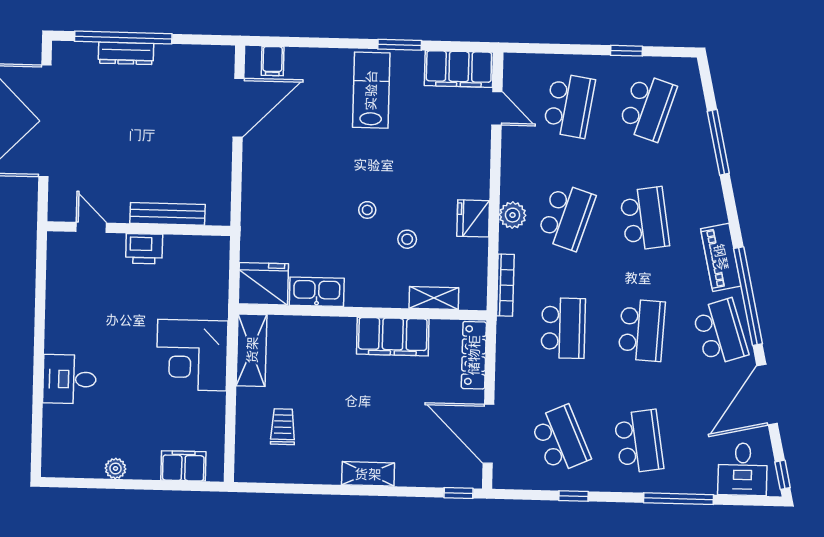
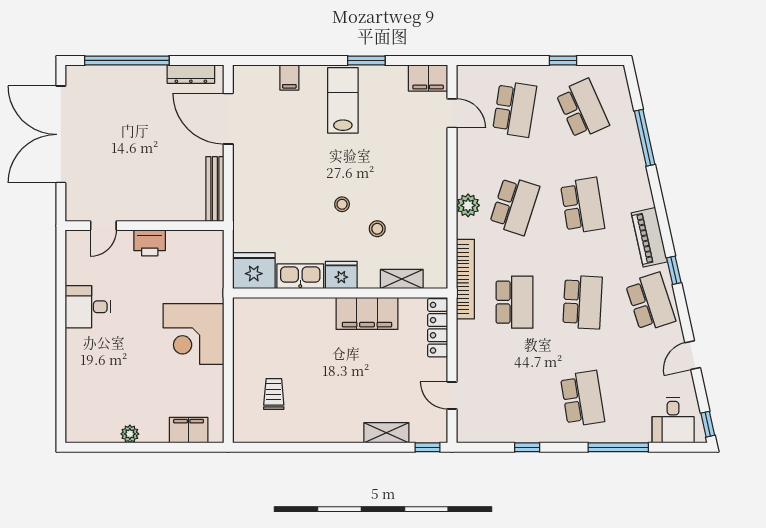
dresser: (126, 53) -> (191, 74), moved
filing cabinet: (273, 61) -> (289, 77), moved
filing cabinet: (459, 69) -> (428, 78), width x0.67, depth x0.86
school desk: (648, 107) -> (582, 109), turned -42
door: (239, 108) -> (228, 119), swing flipped
bench: (167, 214) -> (215, 189), moved, turned 90
fridge: (473, 218) -> (341, 275), moved, turned 90
door: (91, 227) -> (103, 226), swing flipped
bookcase: (505, 285) -> (465, 279), width x1.48, depth x1.31
window: (748, 296) -> (674, 270), width x0.32
shelving: (252, 350) -> (245, 328), removed
desk: (69, 379) -> (88, 307), moved
door: (767, 395) -> (693, 355), width x0.53
door: (488, 434) -> (452, 395), width x0.53
school desk: (560, 439) -> (514, 399), removed
shelving: (368, 474) -> (386, 433), moved

